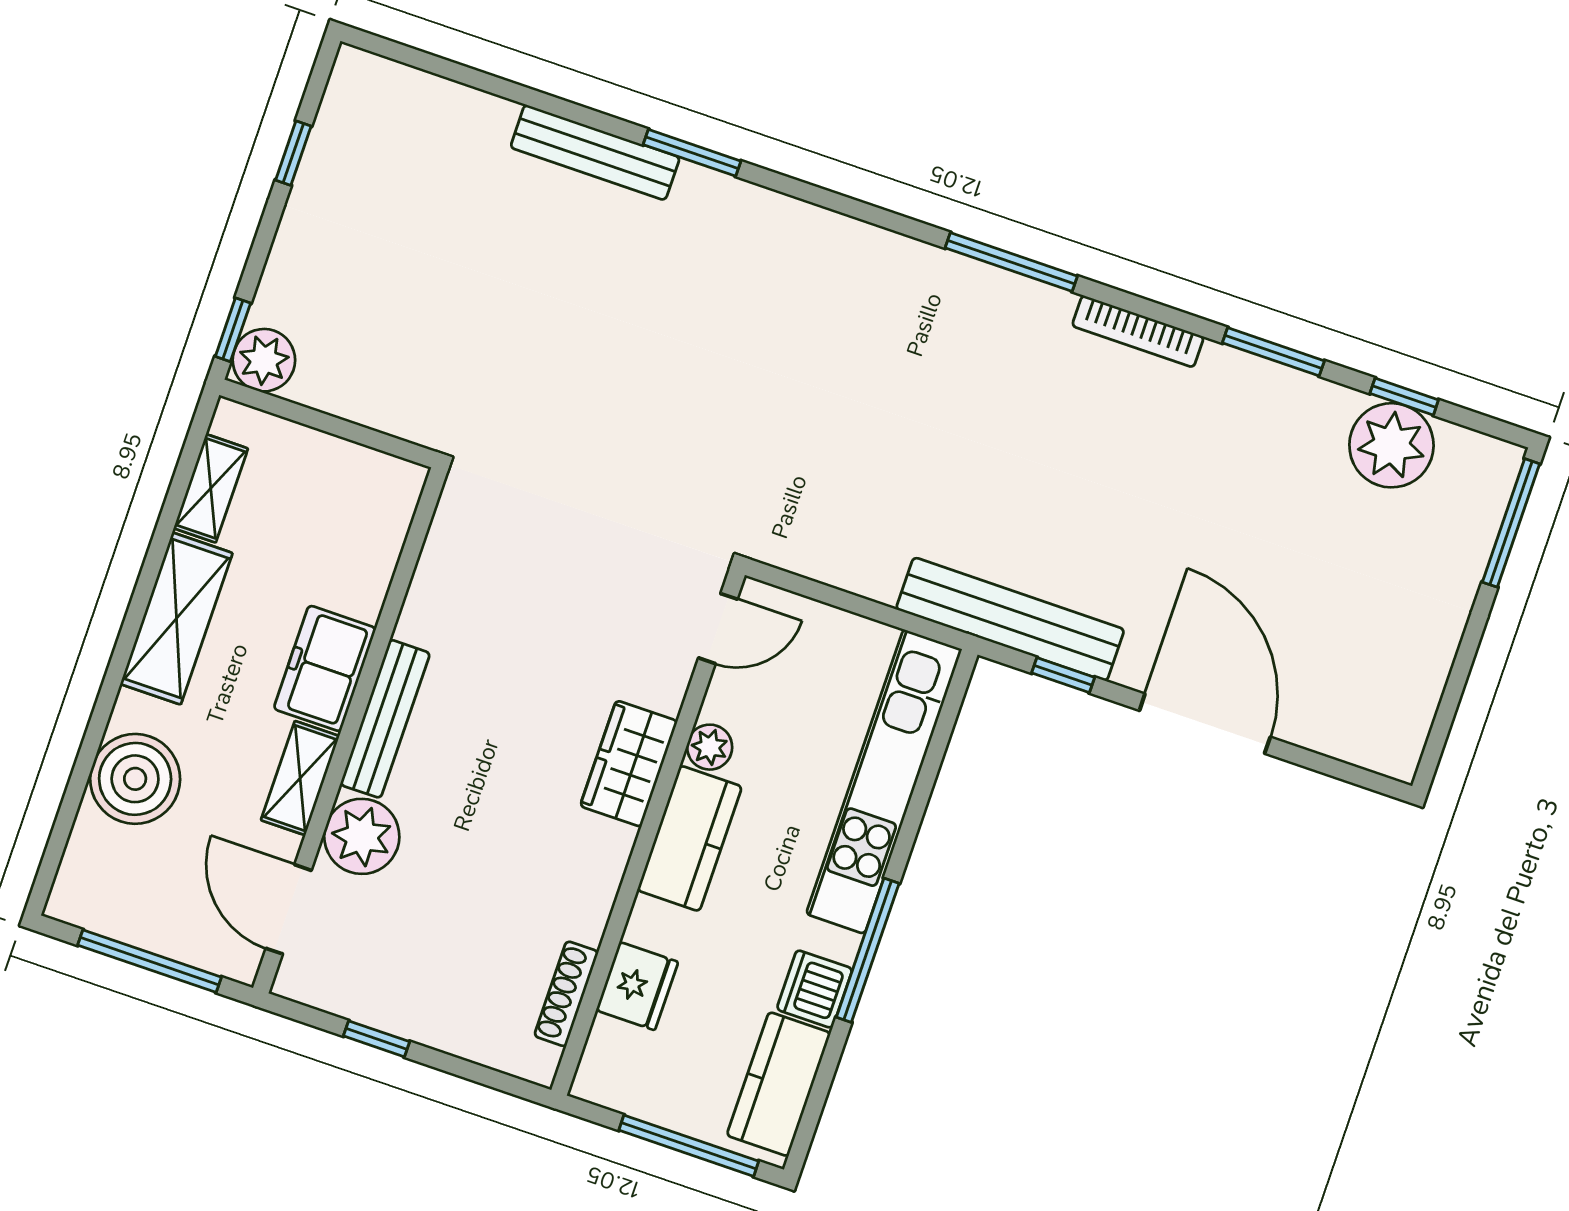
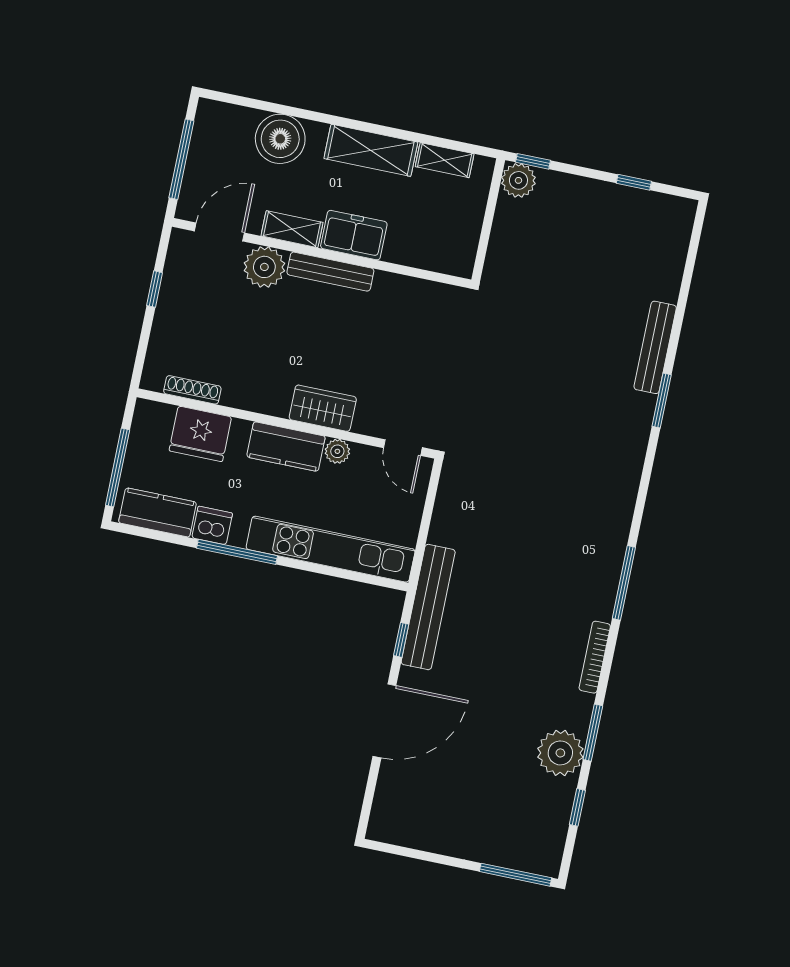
plant: (1391, 445) -> (560, 753), moved
fridge: (637, 986) -> (200, 434), width x1.36, depth x1.34

